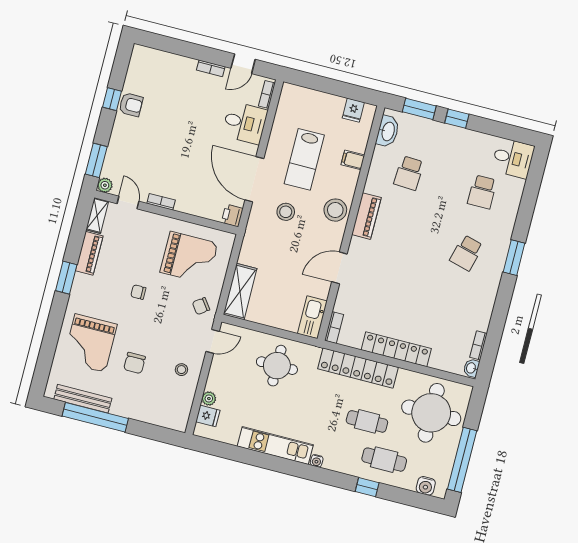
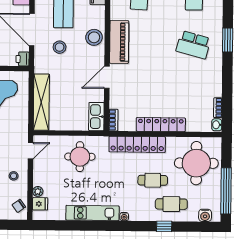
piano: (366, 216) -> (119, 42), width x1.37, depth x1.33
school desk: (466, 253) -> (193, 45), width x1.85
shelving: (240, 292) -> (41, 102), width x1.47
chair: (201, 306) -> (19, 206), moved

